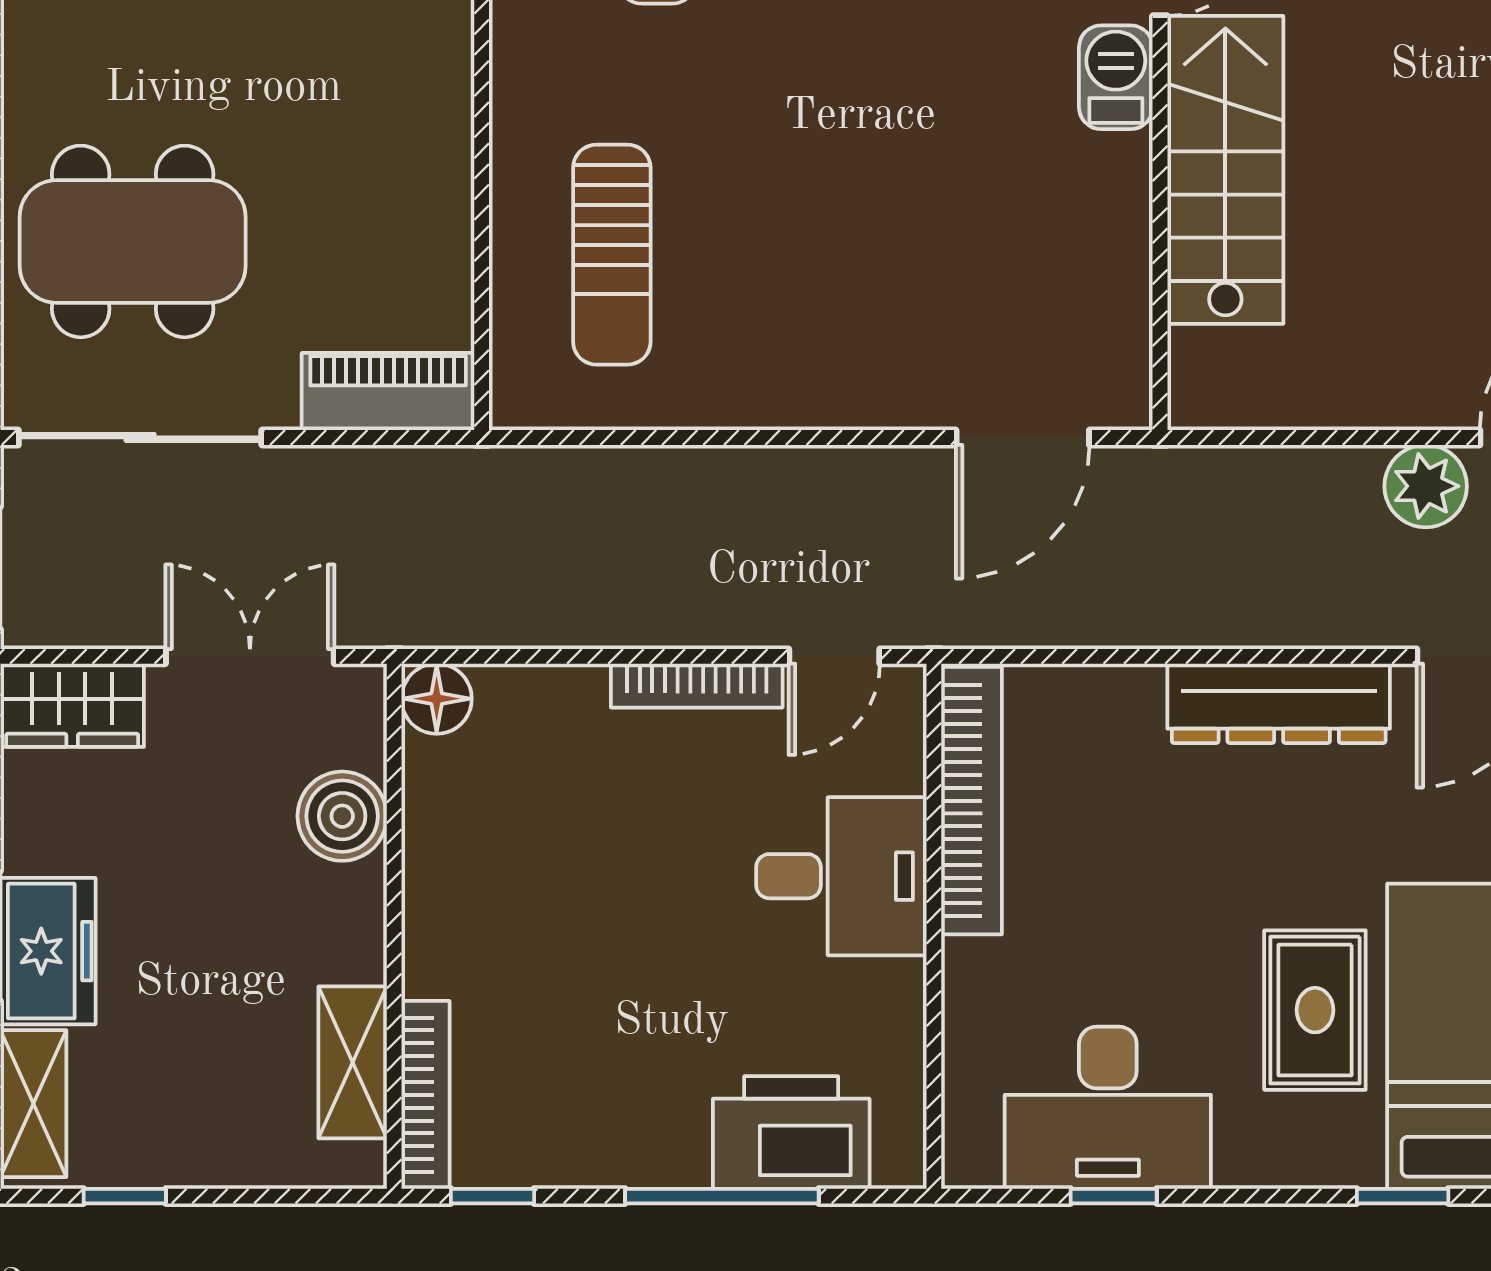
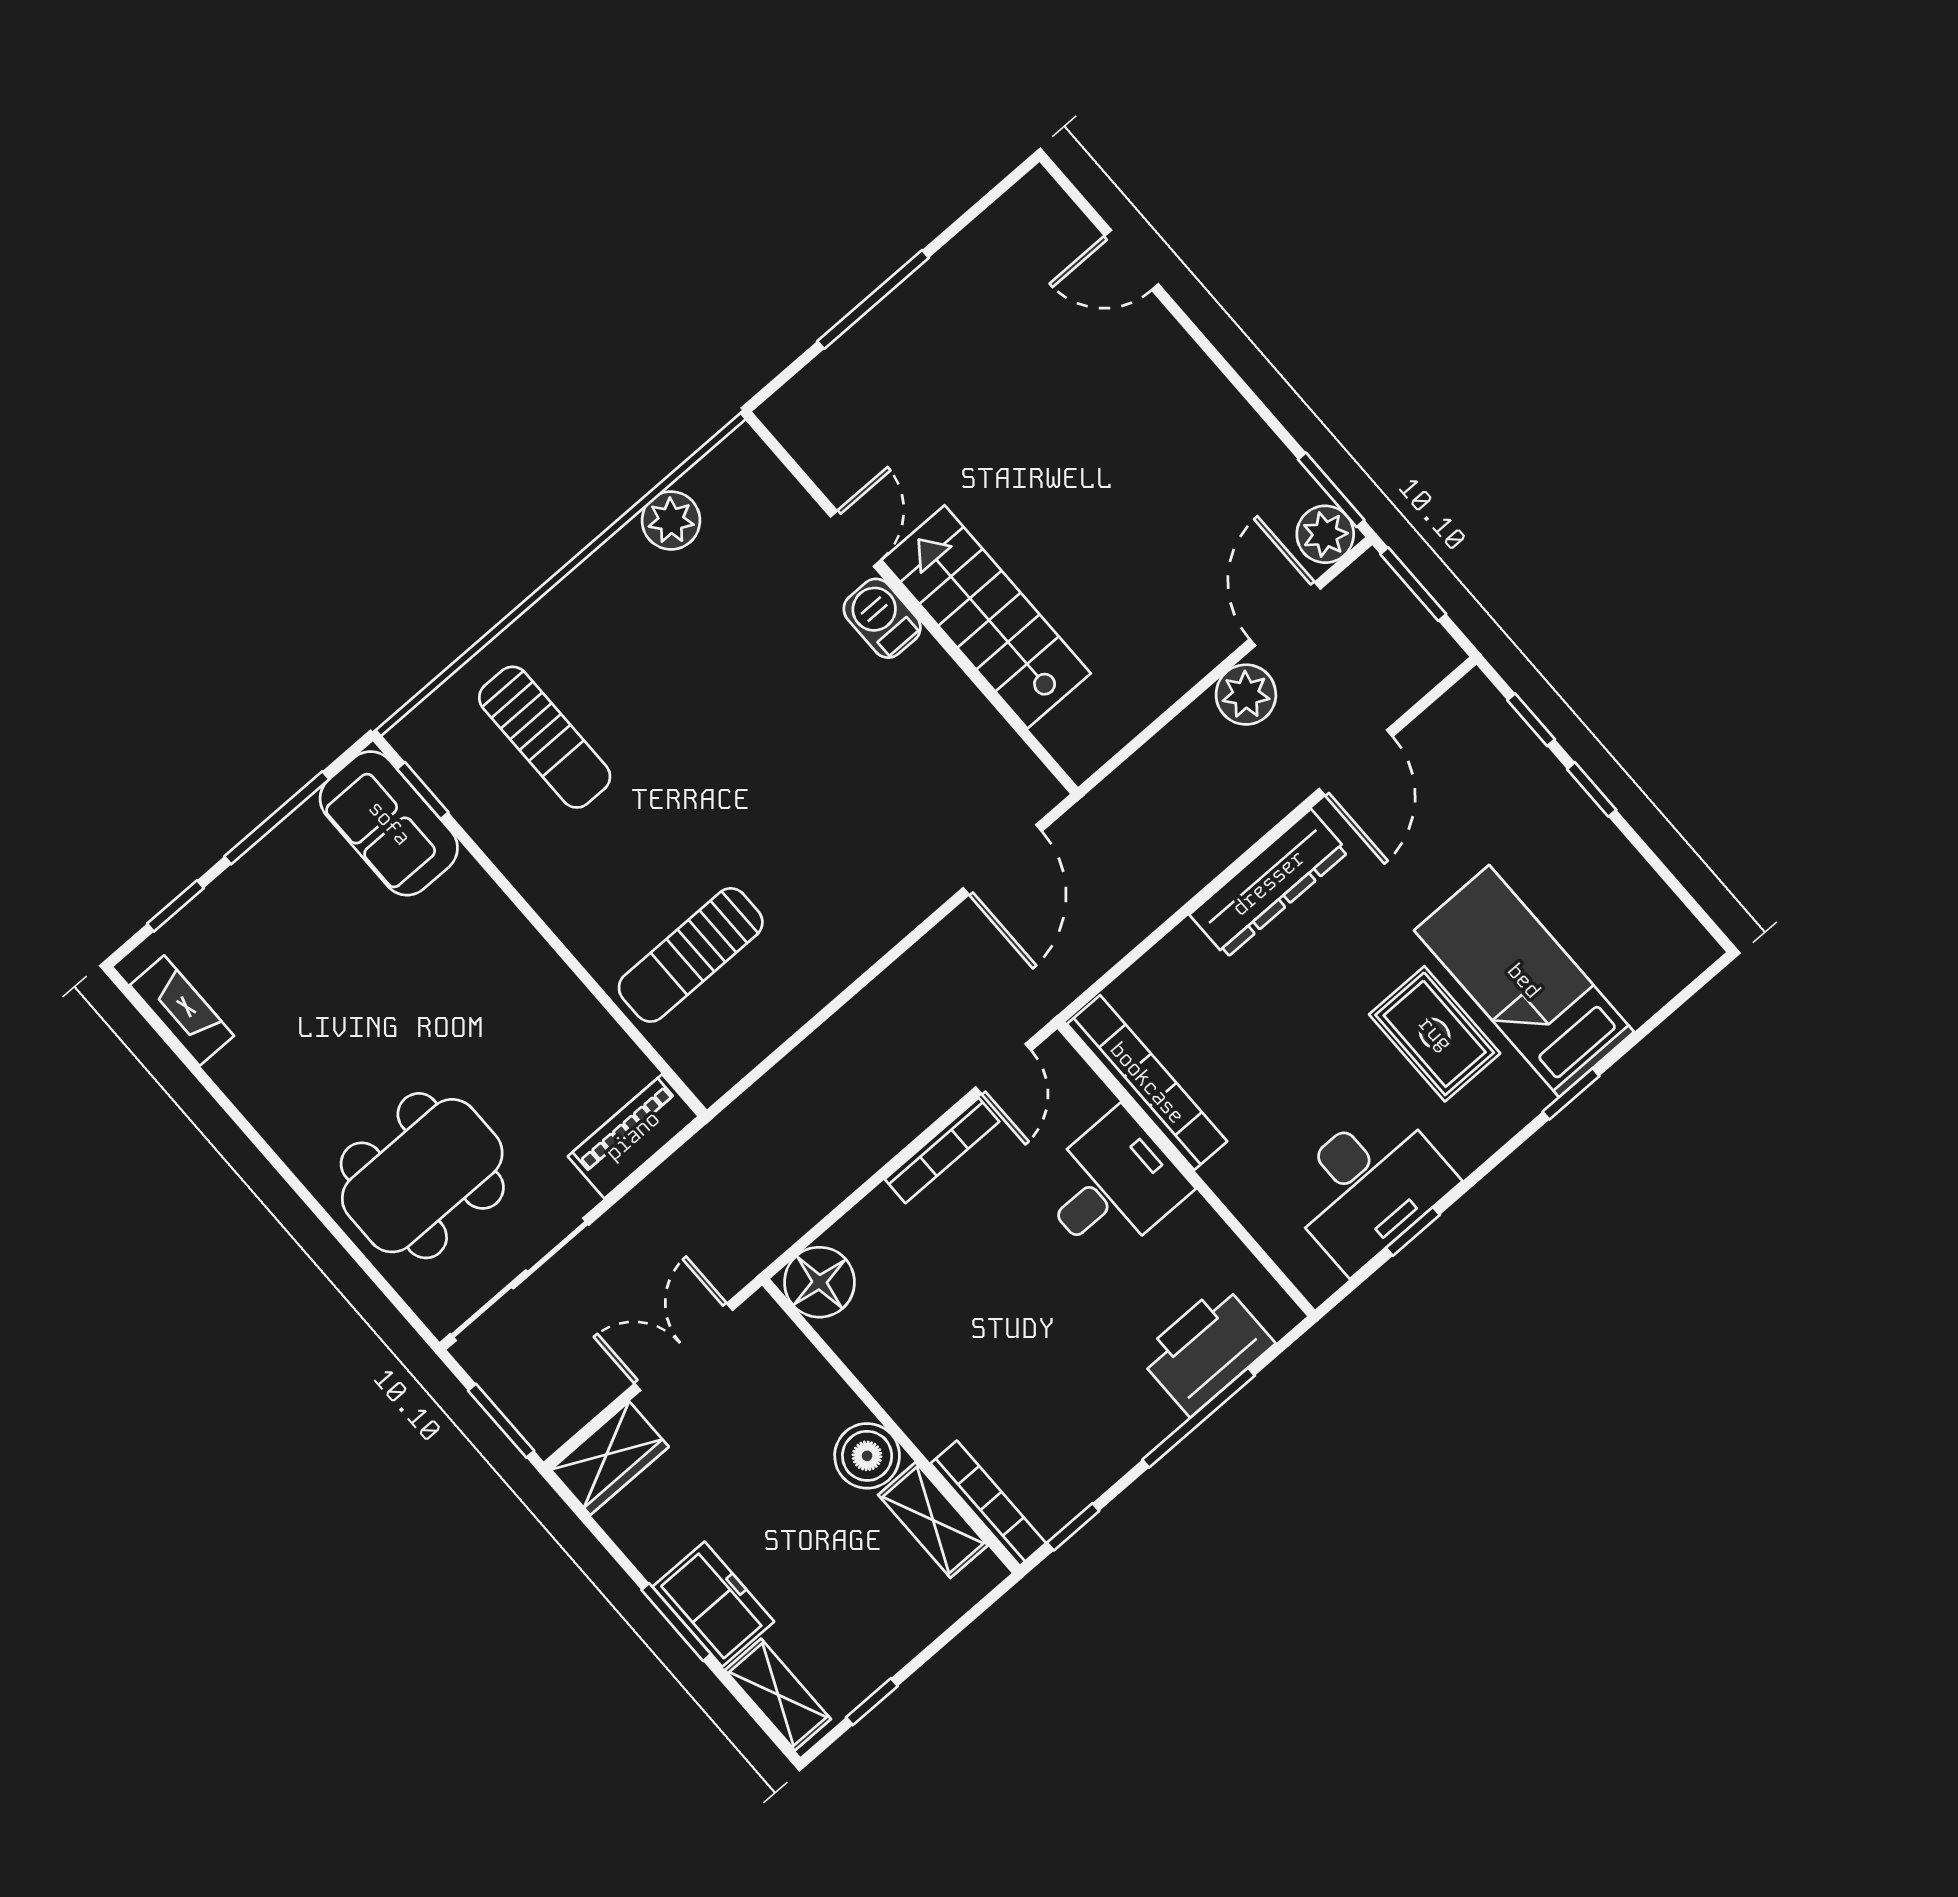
sun lounger: (612, 255) -> (691, 955), turned 90
floor lamp: (437, 699) -> (819, 1282), width x1.38, depth x1.38
boiler: (342, 816) -> (867, 1456), moved

